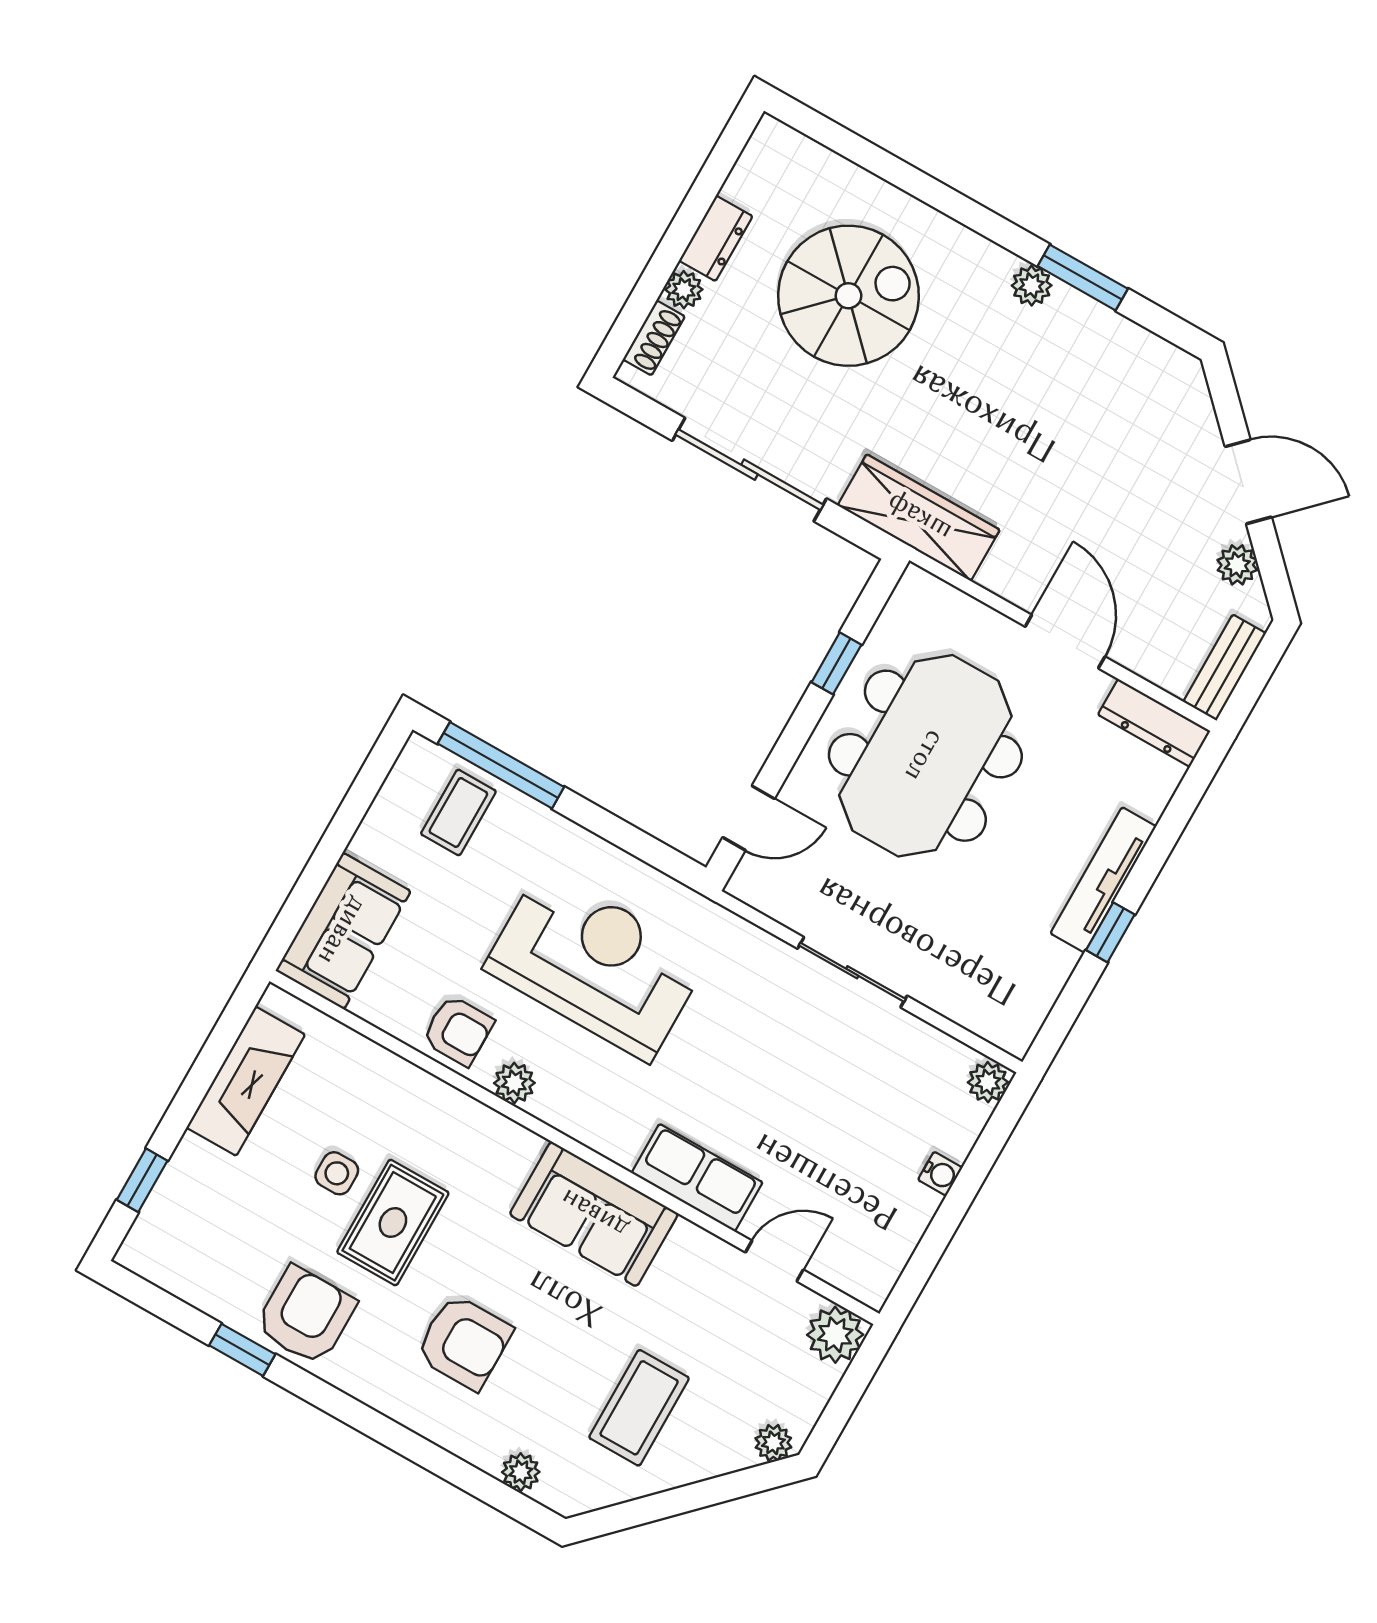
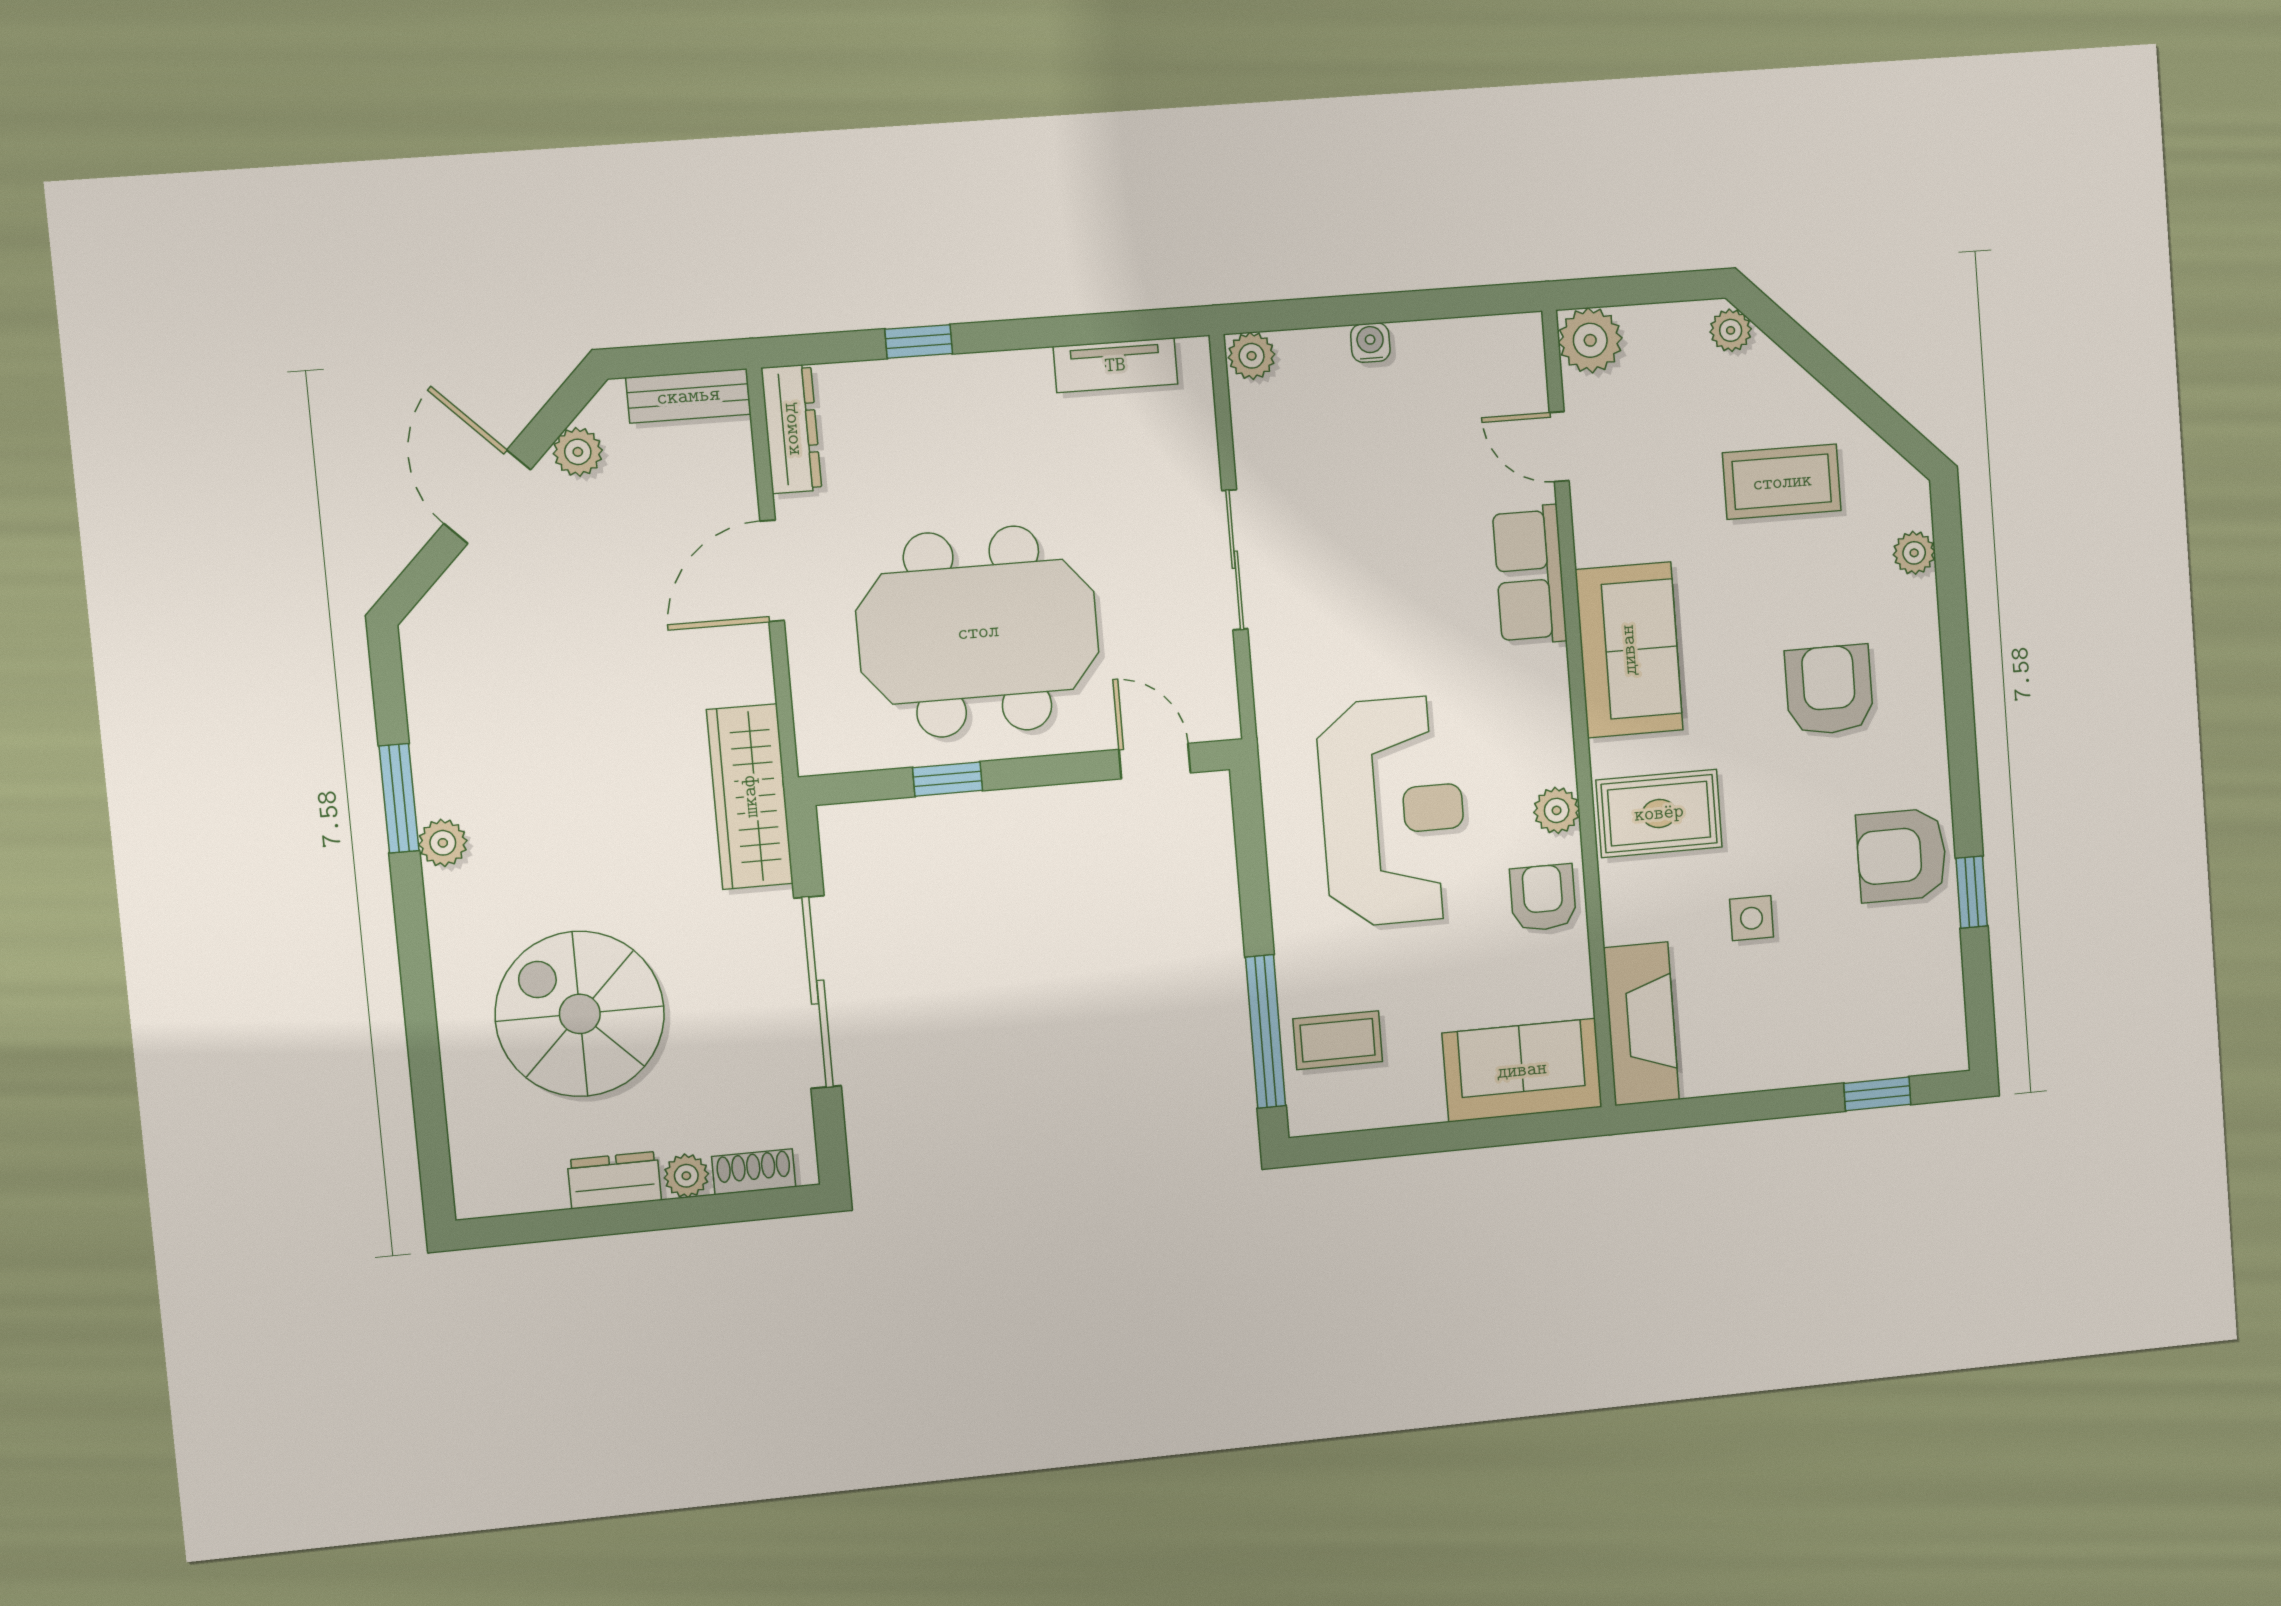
tv unit: (1103, 880) -> (1115, 365), moved, width x0.71
window: (1110, 932) -> (919, 341), moved
reception desk: (596, 964) -> (1393, 811), turned 180
fireplace: (246, 1081) -> (1641, 1024), moved, turned 90
rug: (393, 1223) -> (1659, 813), moved

